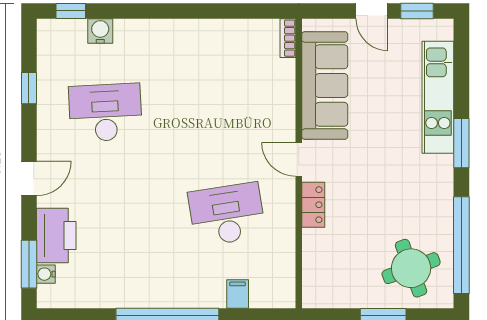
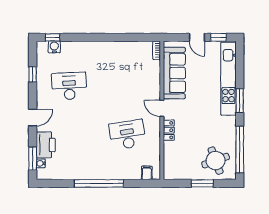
water cooler: (100, 31) -> (54, 47), moved
kitchen unit: (438, 97) -> (228, 79), width x1.36
filing cabinet: (238, 294) -> (147, 173), moved

